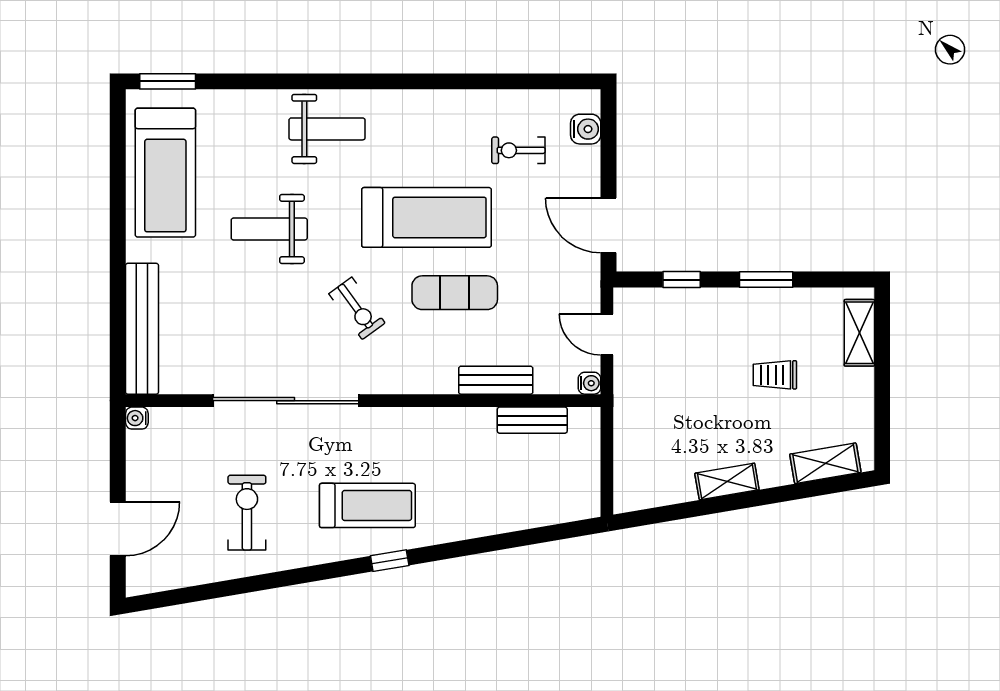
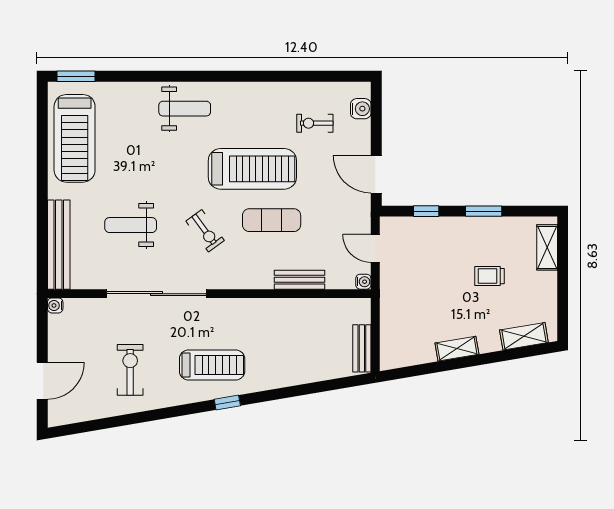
weight bench: (269, 229) -> (131, 225), moved
bench: (532, 420) -> (362, 348), moved, turned 90

